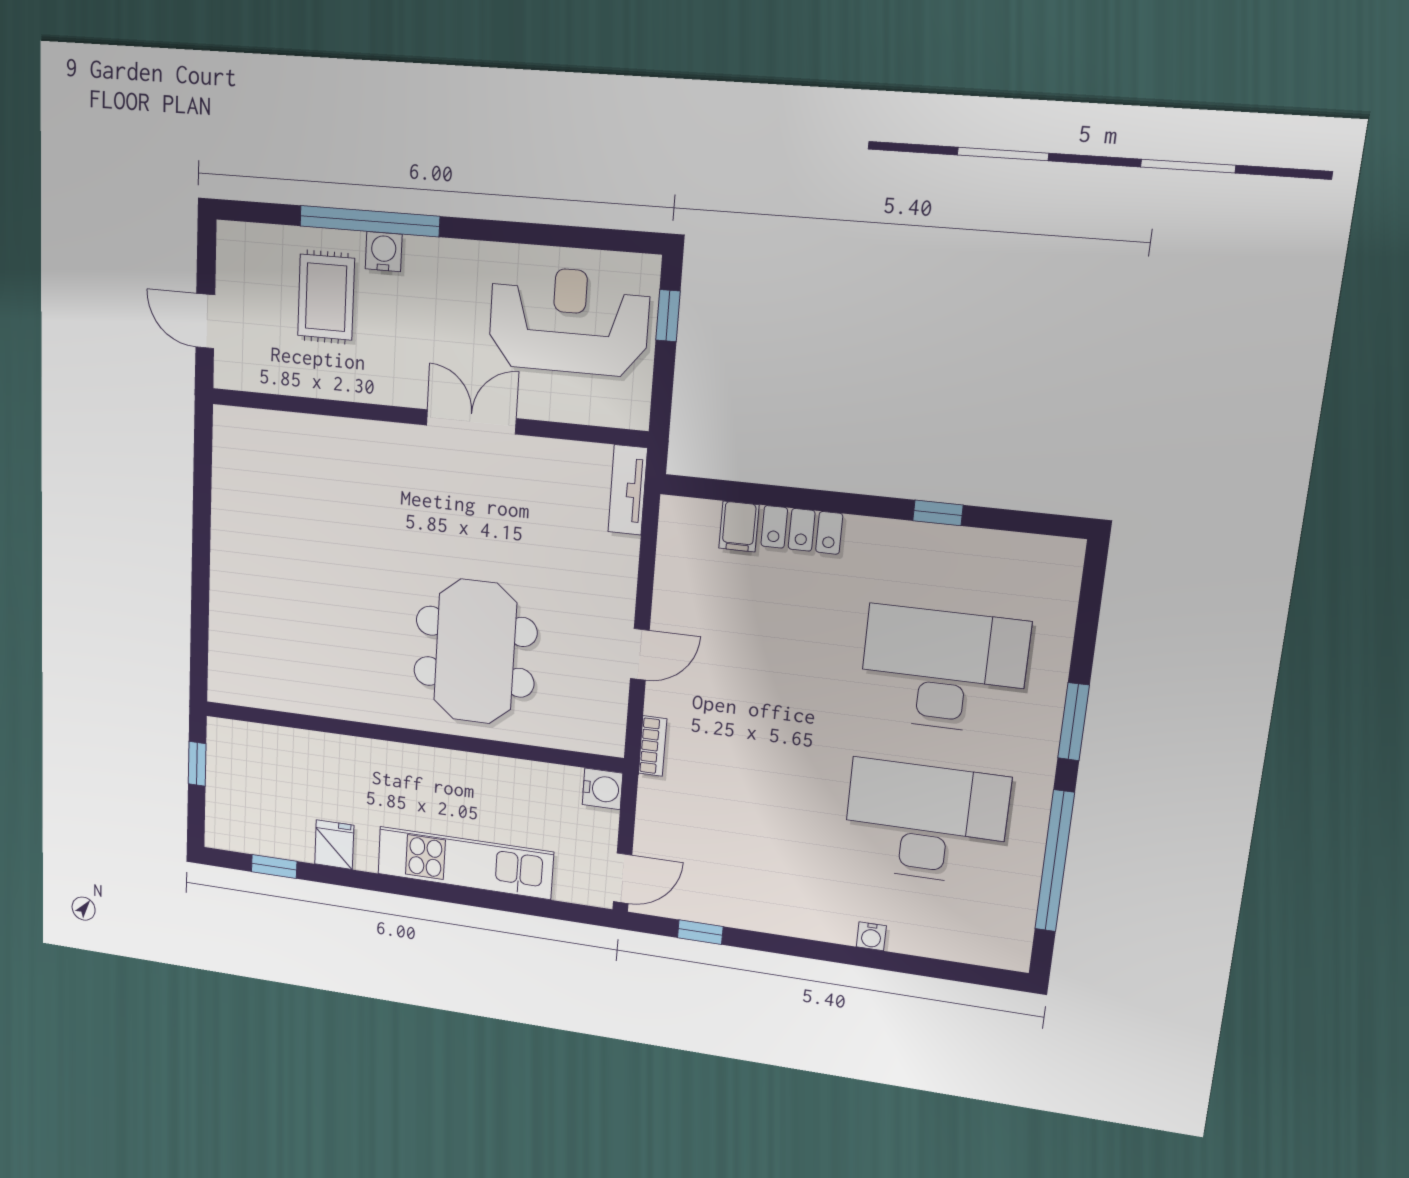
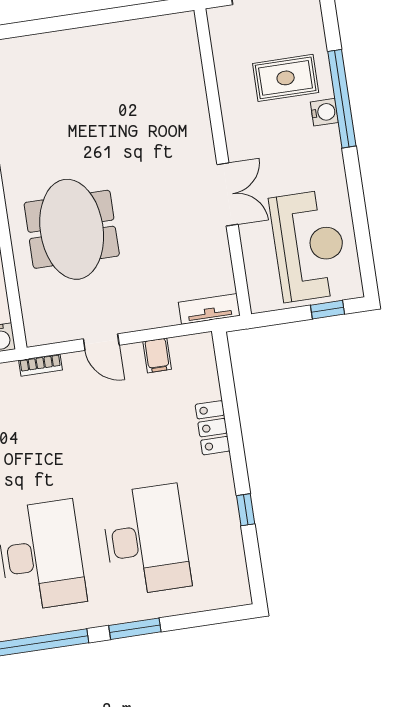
filing cabinet: (739, 526) -> (157, 355), moved, turned -90
meeting table: (475, 652) -> (72, 229), turned 90

